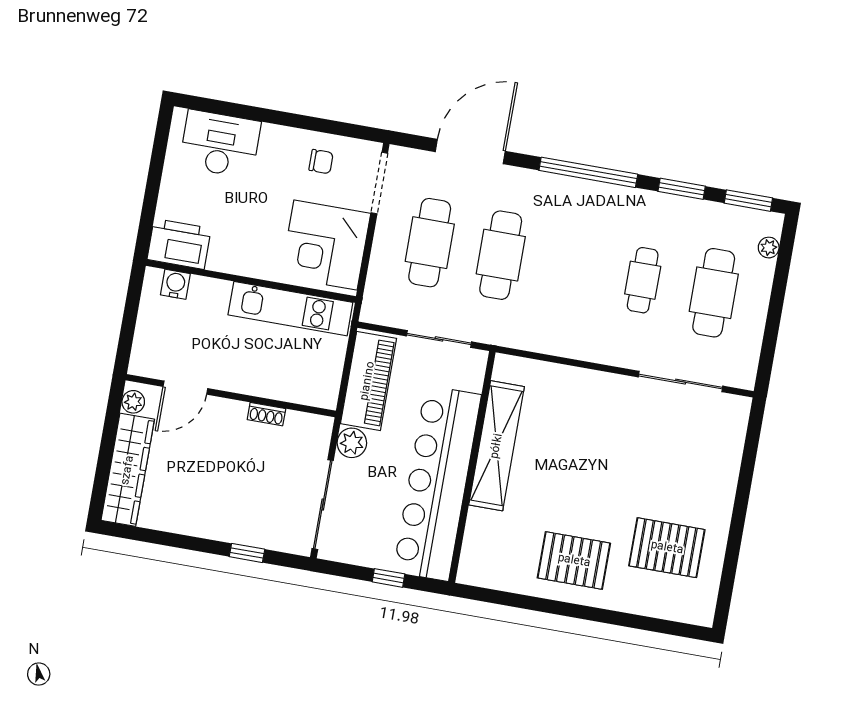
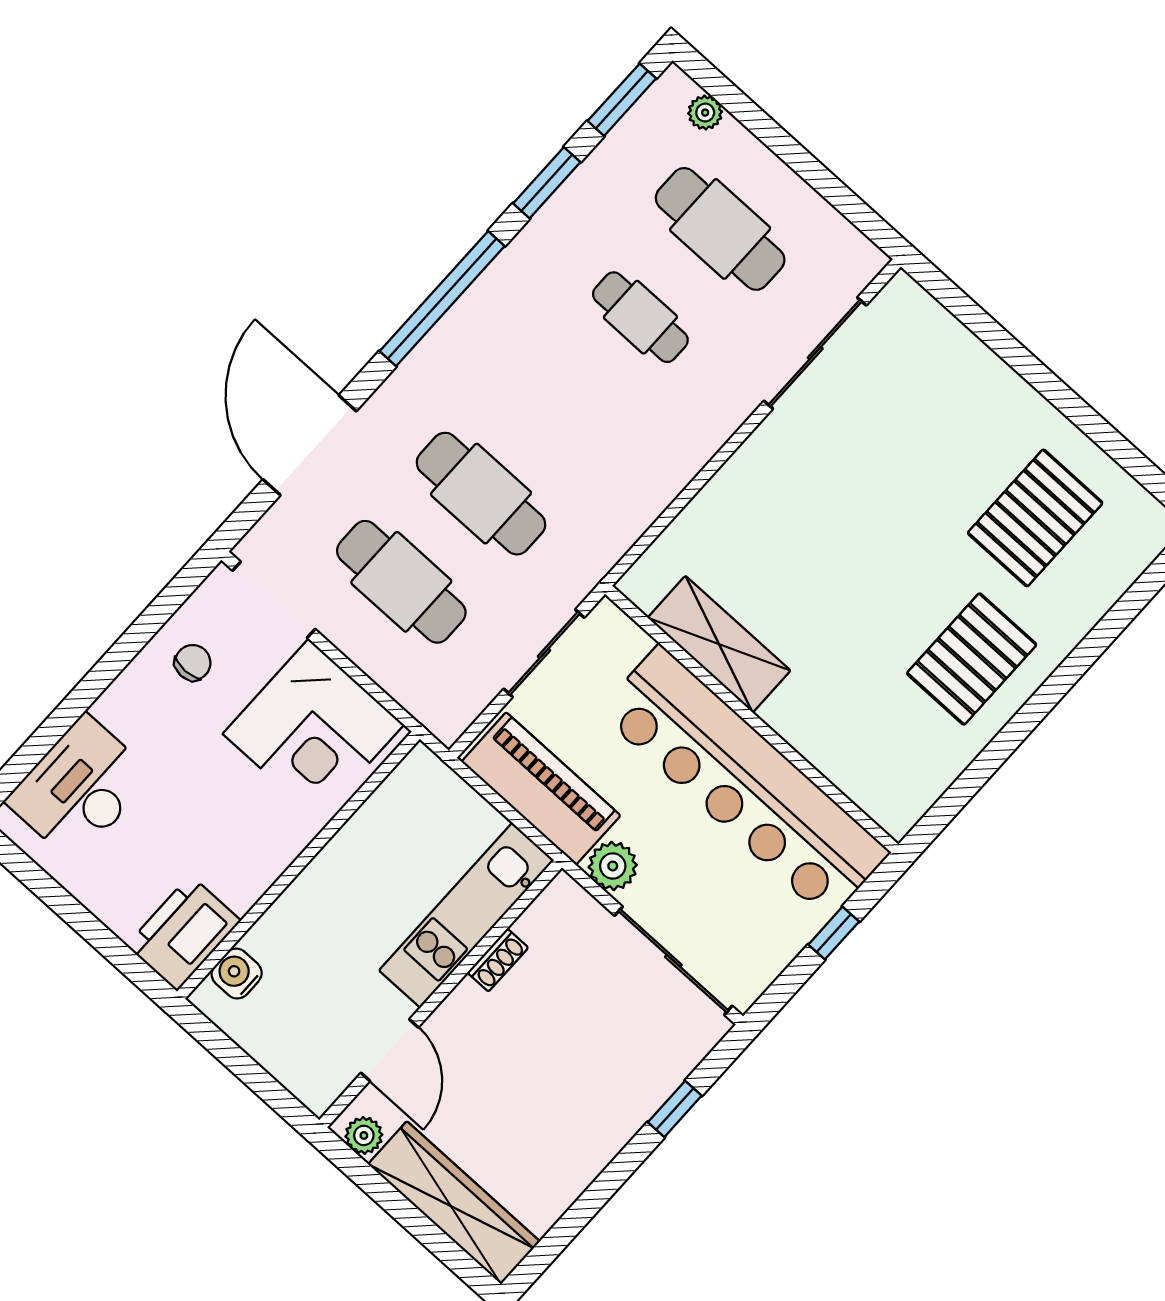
kitchen unit: (290, 309) -> (466, 915), moved, turned 180
shelving: (497, 446) -> (719, 644), width x0.68

